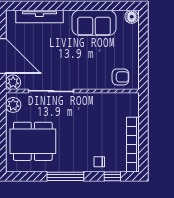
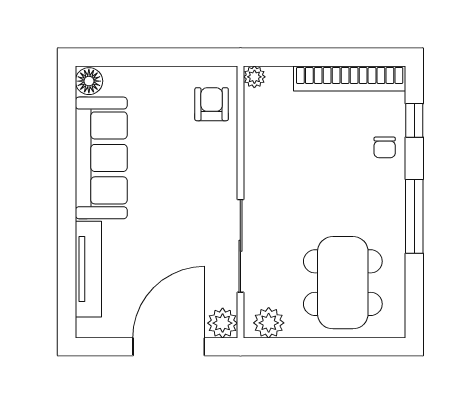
sofa: (94, 23) -> (101, 158), width x1.36
plant: (134, 98) -> (254, 77), added

